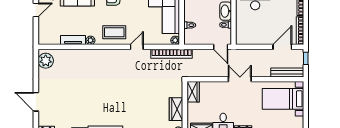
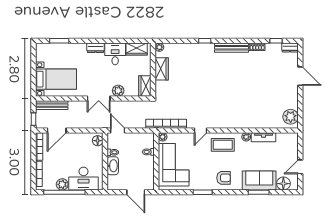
floor lamp: (241, 37) -> (98, 141), added
plant: (220, 87) -> (118, 91), added

